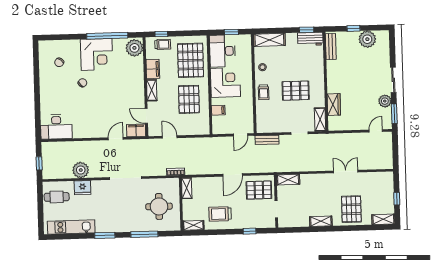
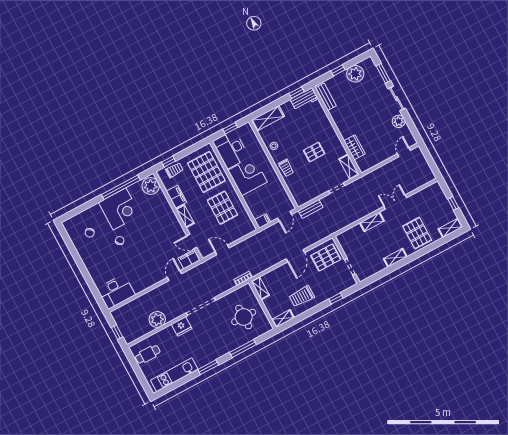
pallet: (296, 91) -> (314, 152), width x0.67, depth x0.71
filing cabinet: (218, 110) -> (263, 221), moved
window: (394, 114) -> (383, 73), moved
shelving: (288, 180) -> (372, 222), moved
fridge: (82, 188) -> (182, 326), moved

